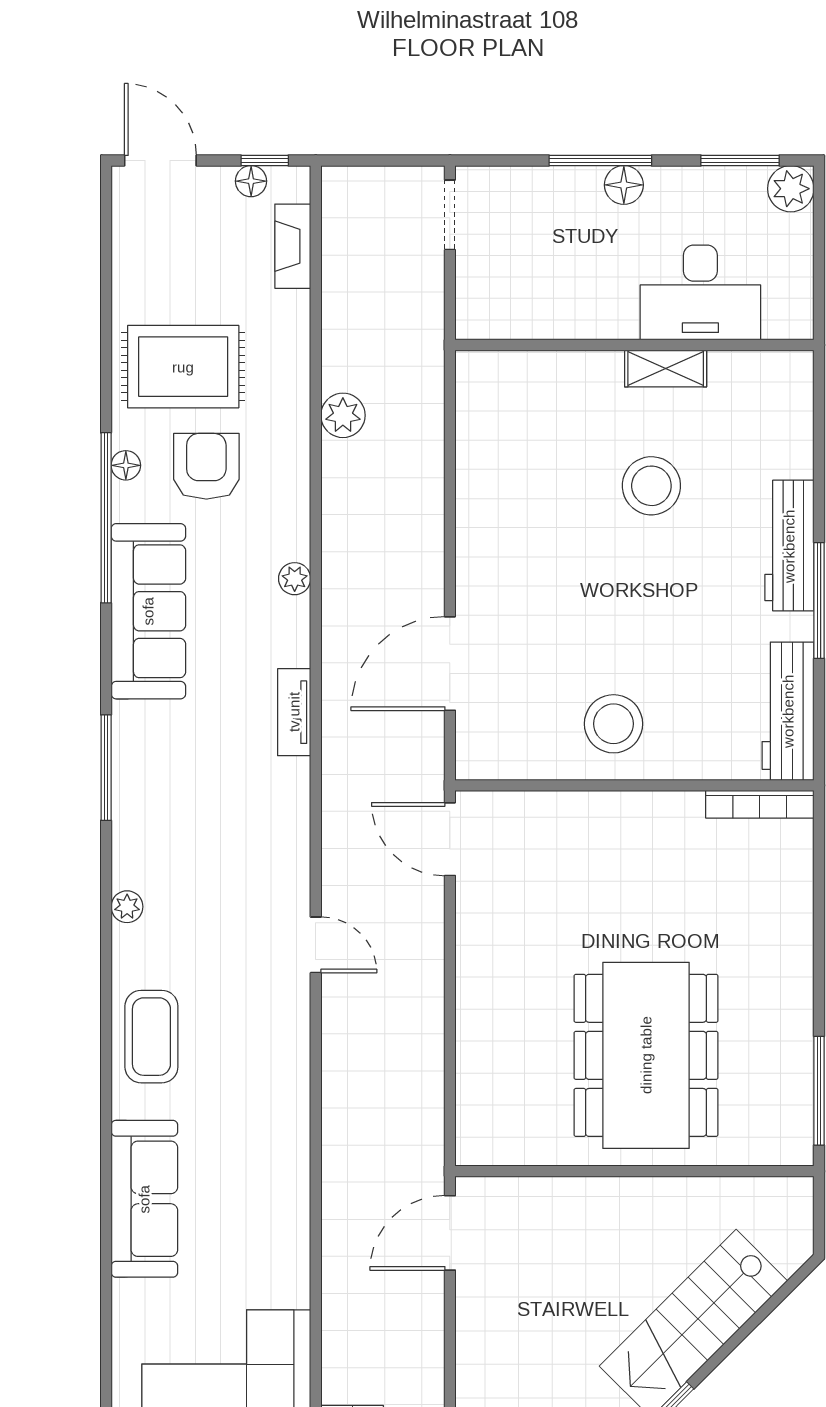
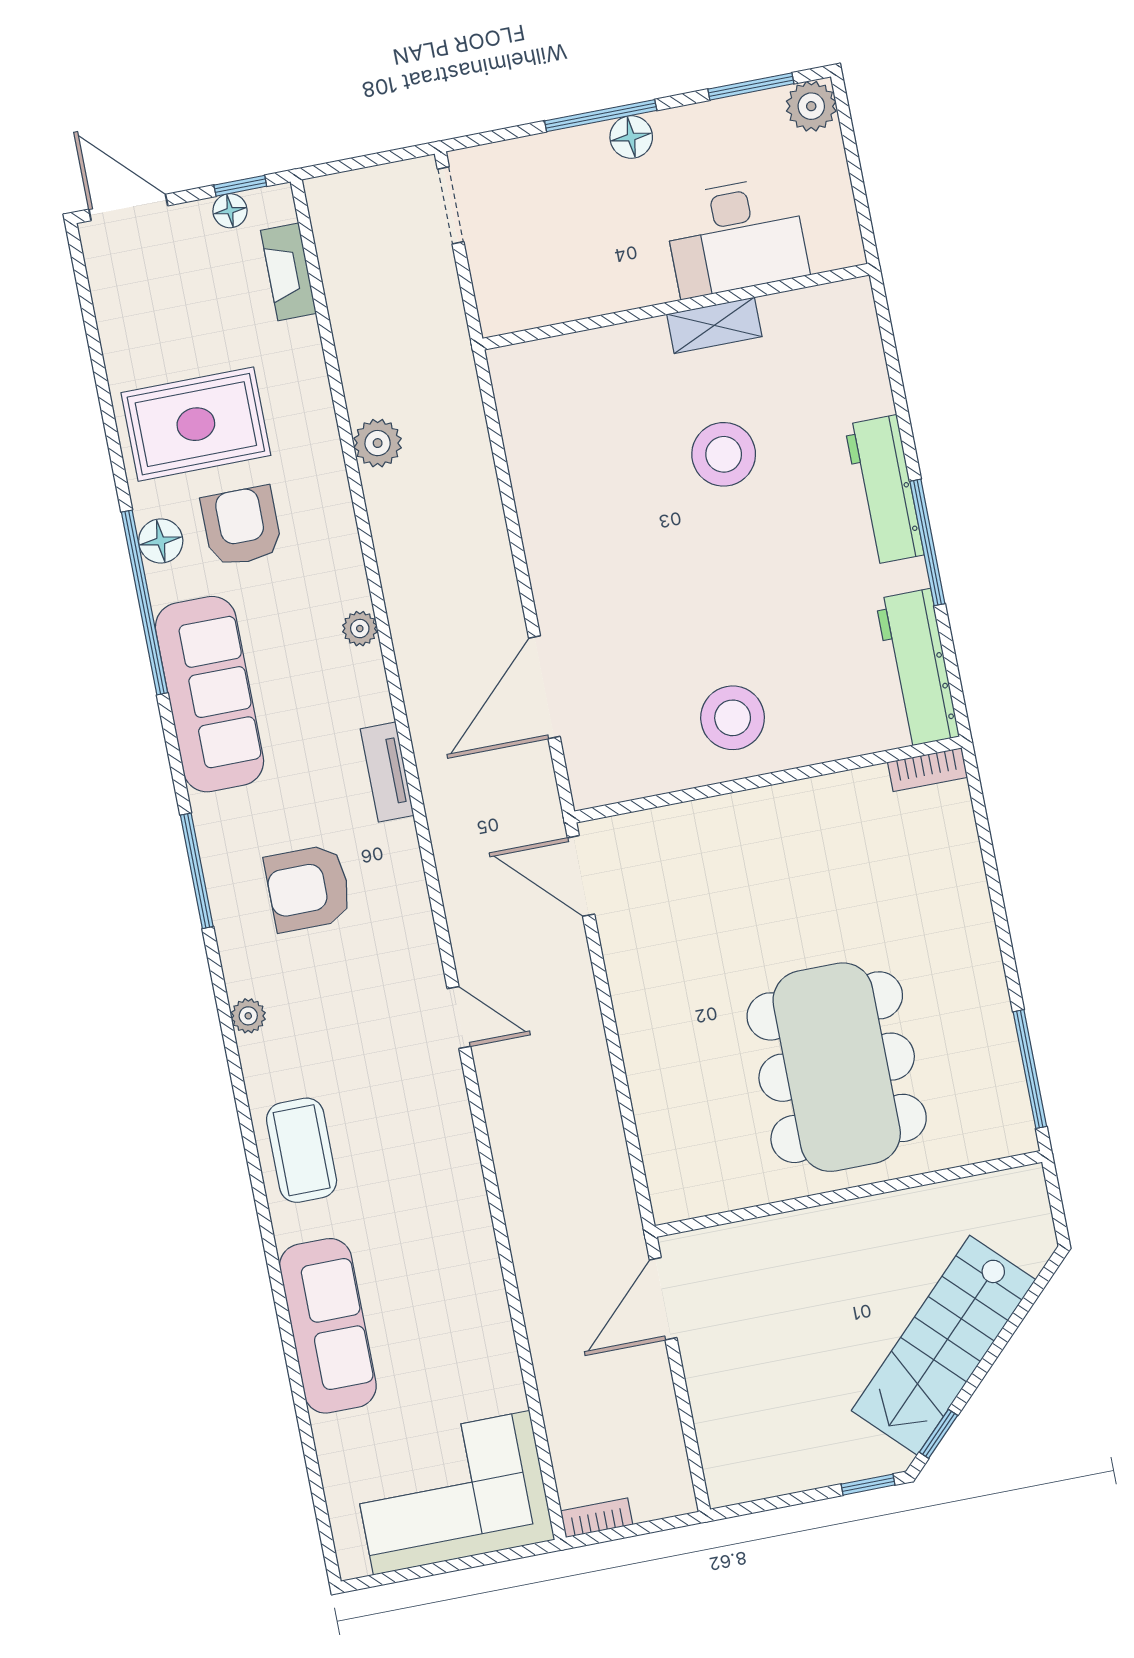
floor lamp: (126, 465) -> (161, 541), width x1.37, depth x1.37
armchair: (203, 803) -> (308, 888), added
bookcase: (760, 804) -> (927, 770), width x0.64

